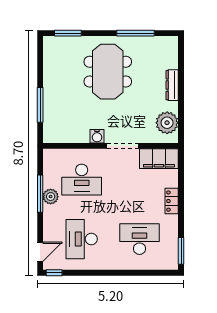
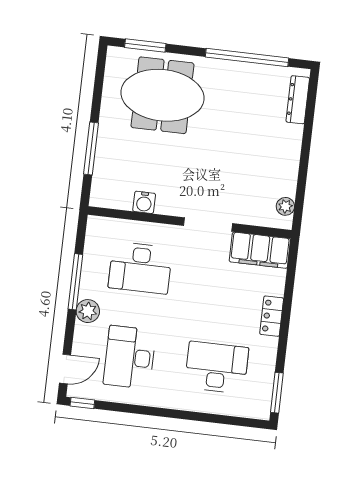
window: (136, 33) -> (247, 57), width x1.46
meeting table: (108, 72) -> (162, 95), moved, turned 90
dresser: (172, 85) -> (298, 100), moved
plant: (167, 123) -> (285, 206), width x0.53, depth x0.53
water cooler: (97, 136) -> (144, 202), moved
plant: (51, 197) -> (88, 311), moved

